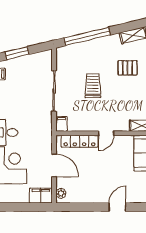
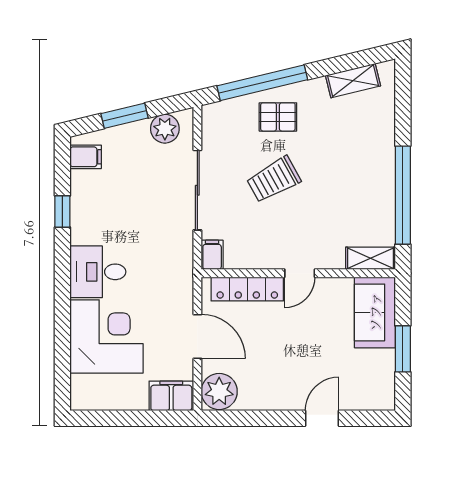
plant: (38, 60) -> (165, 129), added
pallet: (128, 68) -> (278, 117), moved
trolley: (93, 86) -> (274, 180), turned -119
plant: (61, 193) -> (219, 391), width x1.88, depth x1.88

